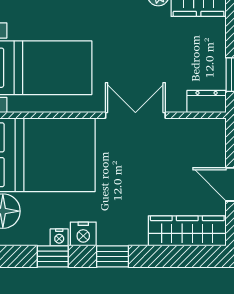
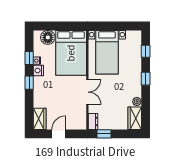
wardrobe: (187, 231) -> (40, 119), width x0.67

